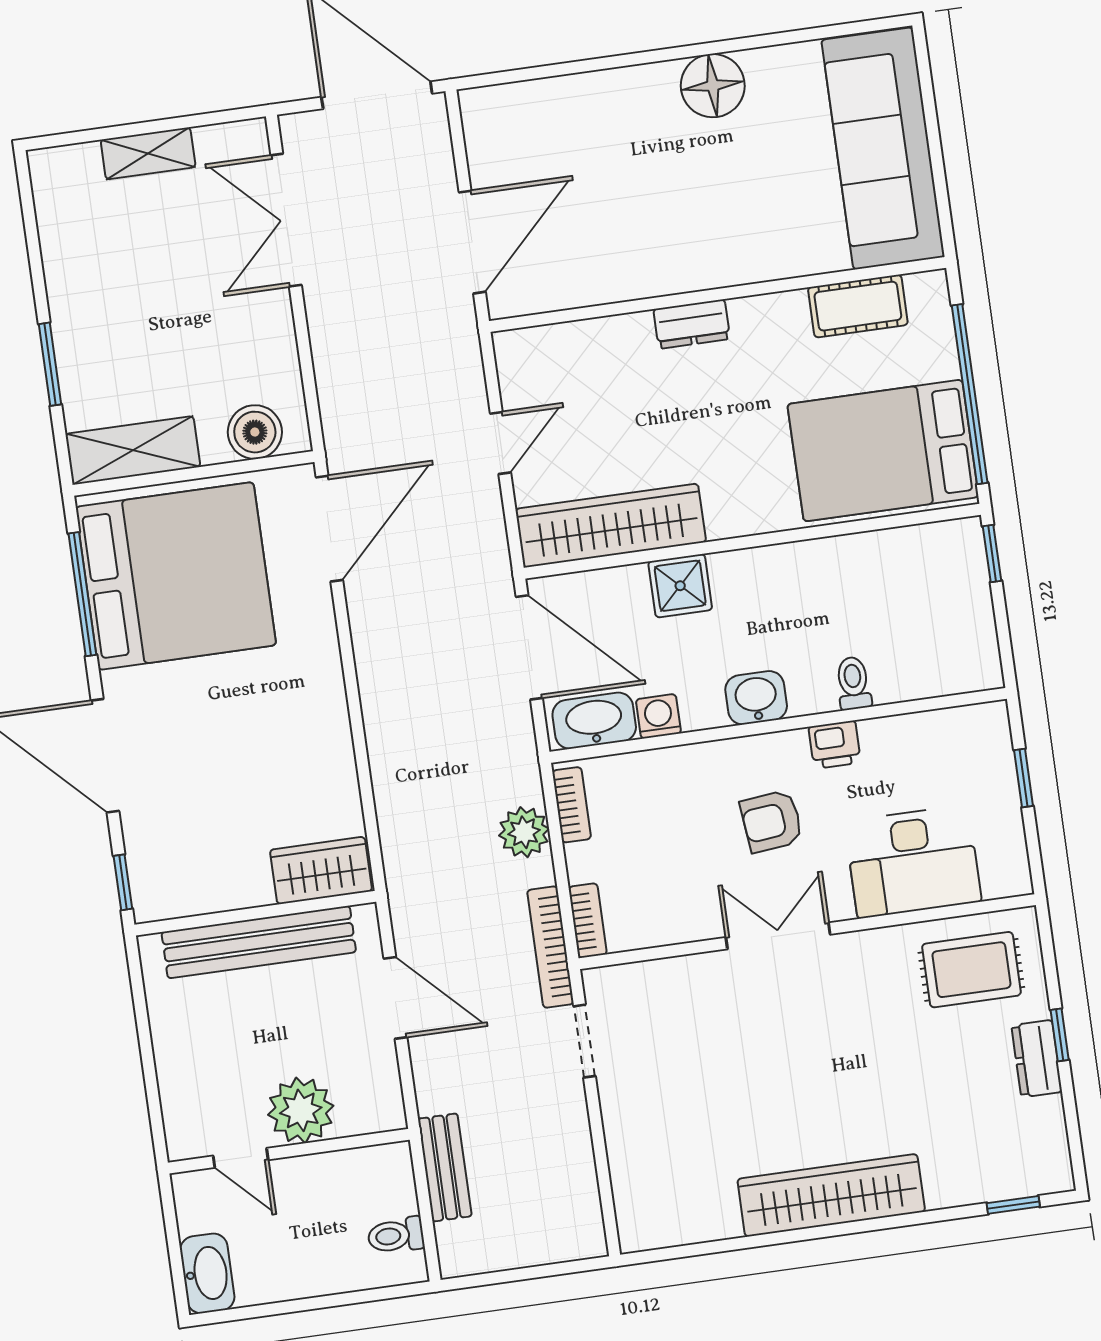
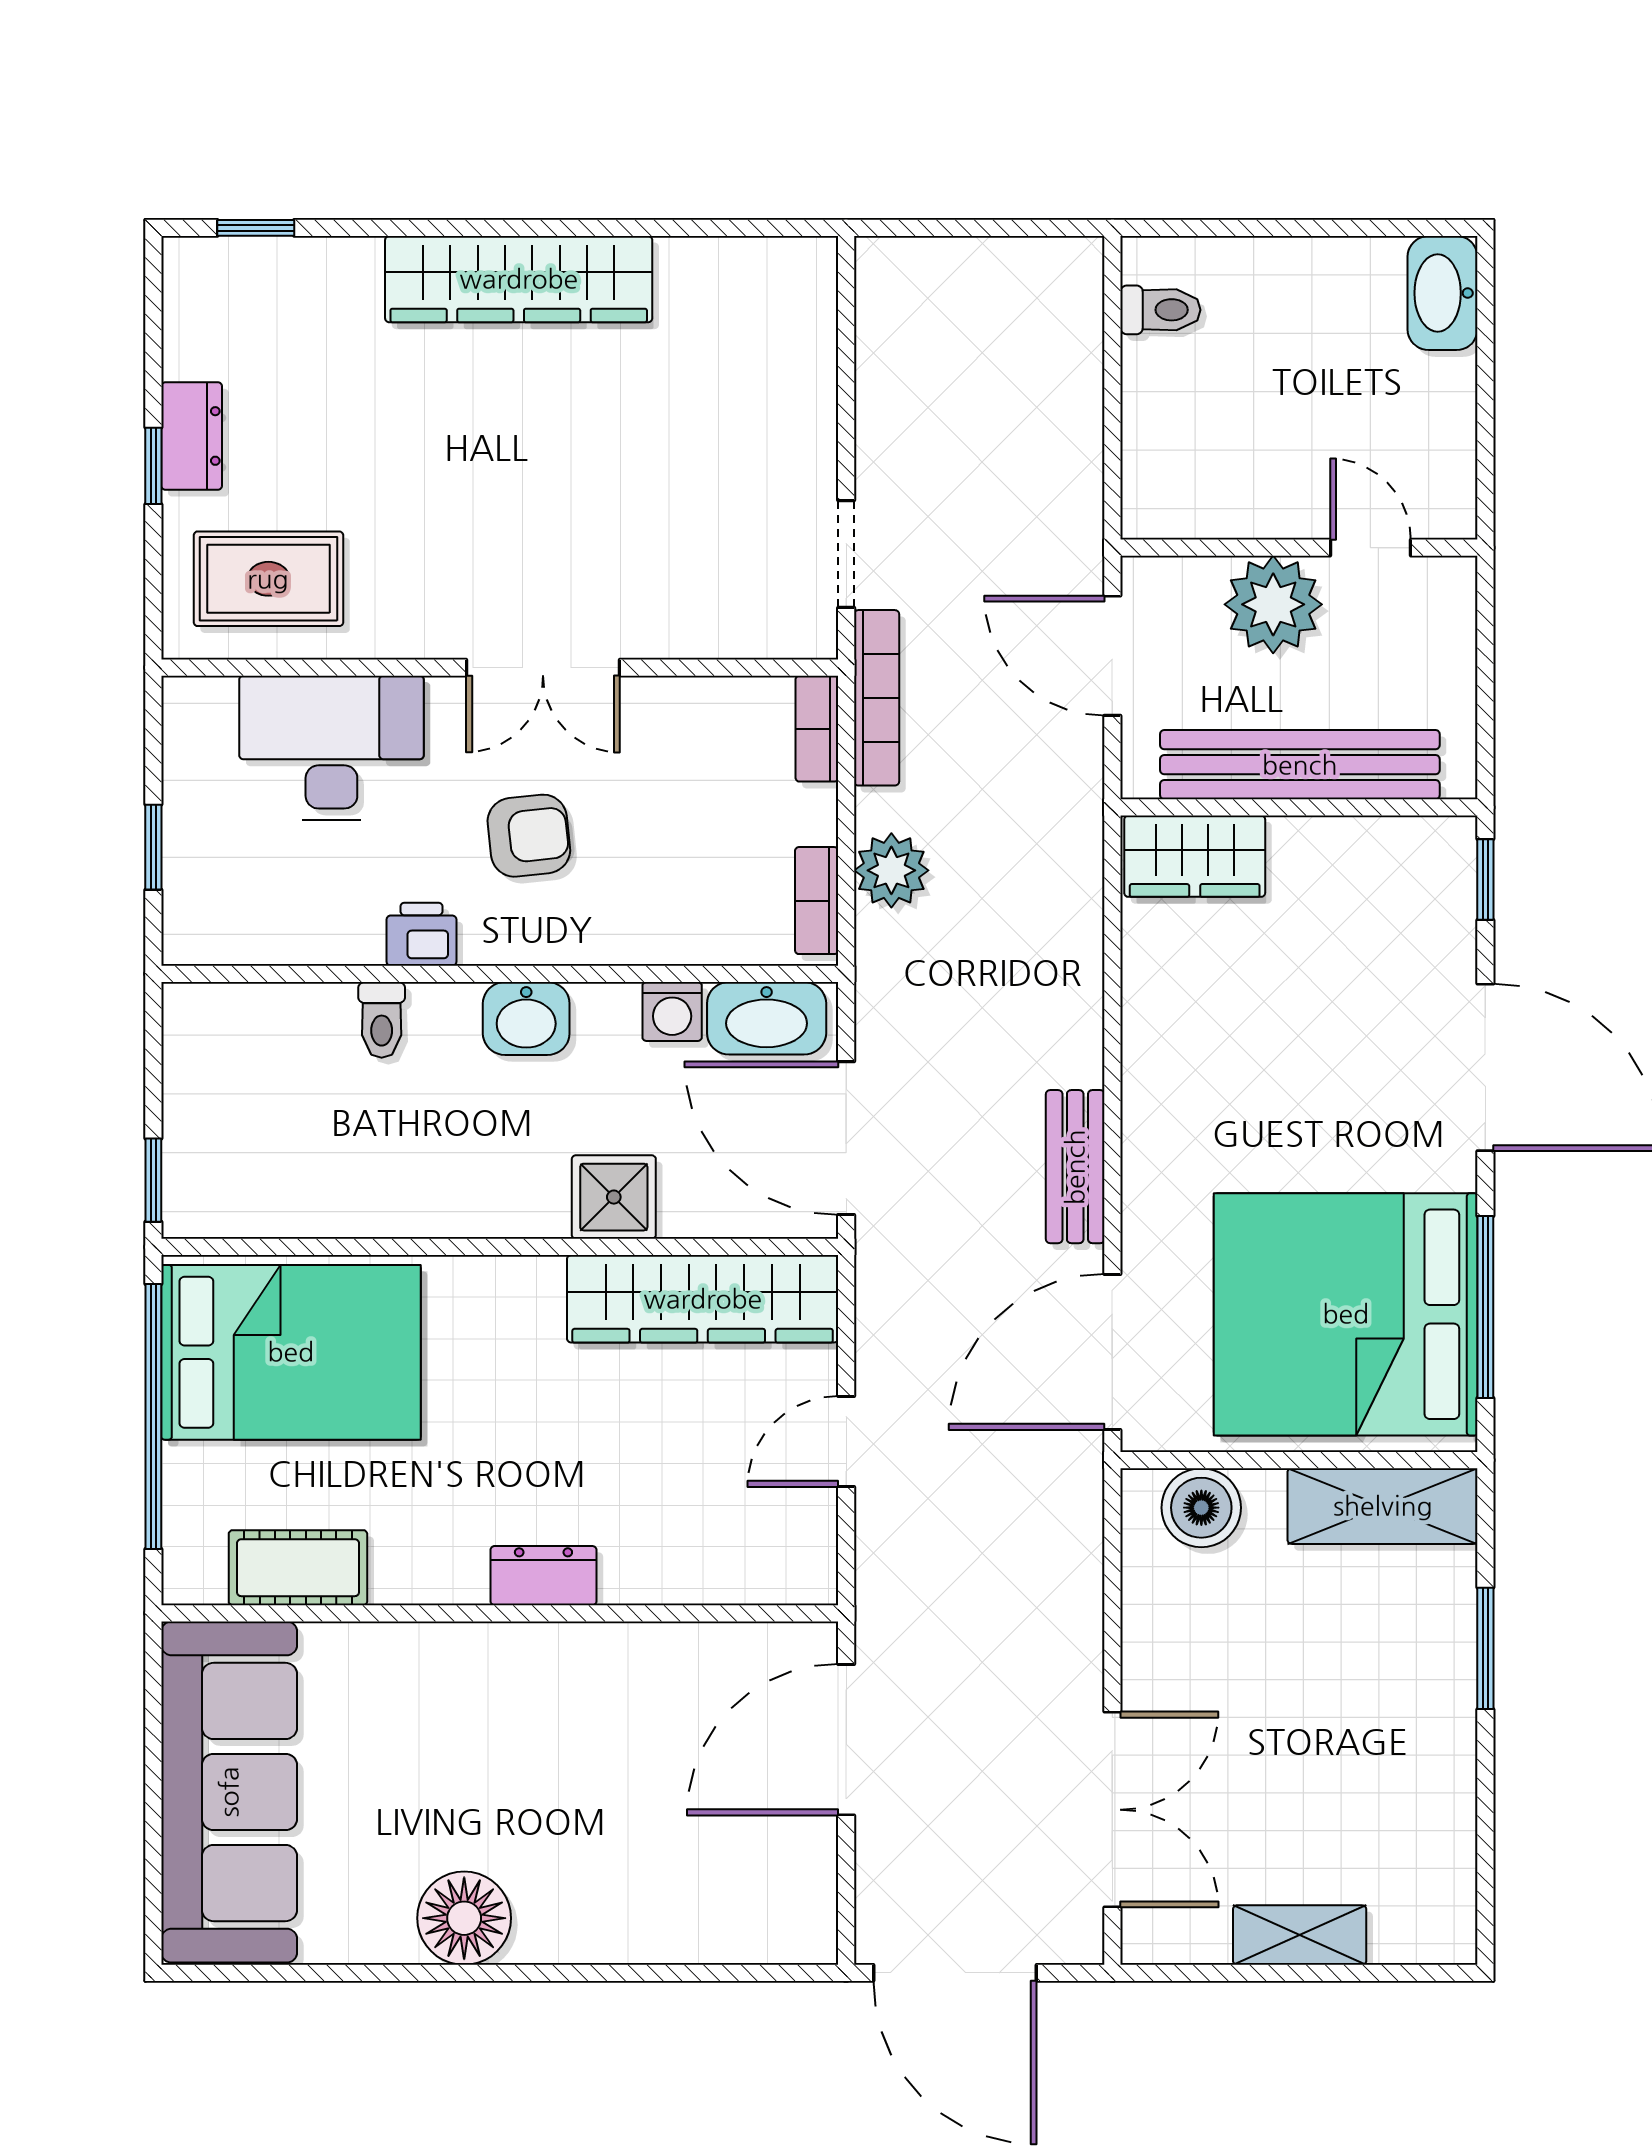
plant: (301, 1110) -> (1273, 604), moved
wall: (289, 1151) -> (1299, 548), moved
door: (241, 1158) -> (1370, 548), moved
bench: (445, 1167) -> (1075, 1167), moved

